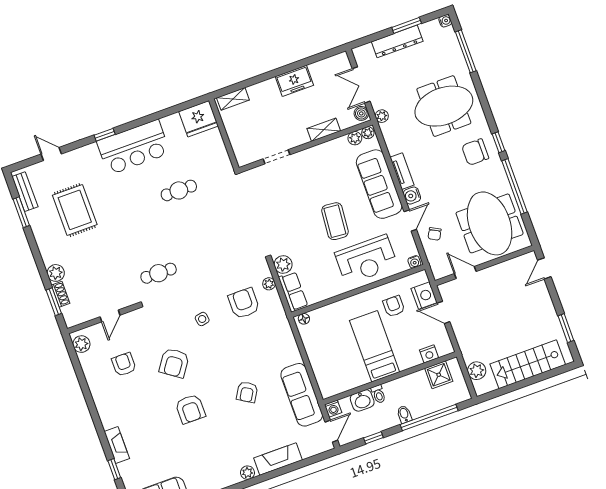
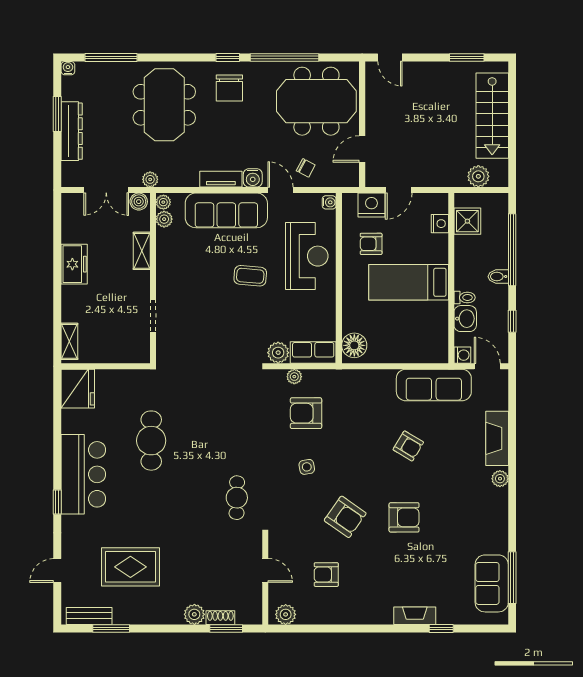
cafe table: (179, 190) -> (151, 441), width x1.37, depth x1.35
coffee table: (335, 221) -> (250, 276), width x0.73, depth x0.77
floor lamp: (304, 319) -> (354, 345), width x1.89, depth x1.89

